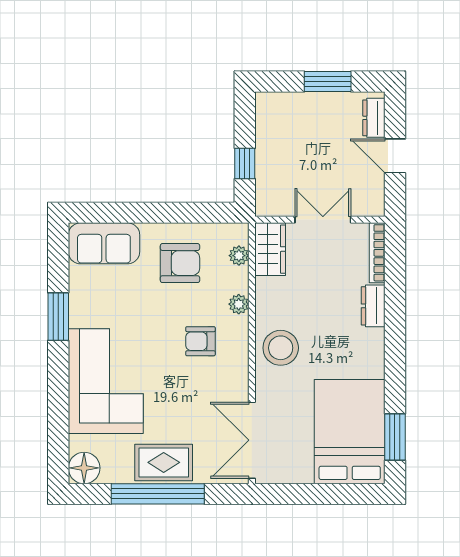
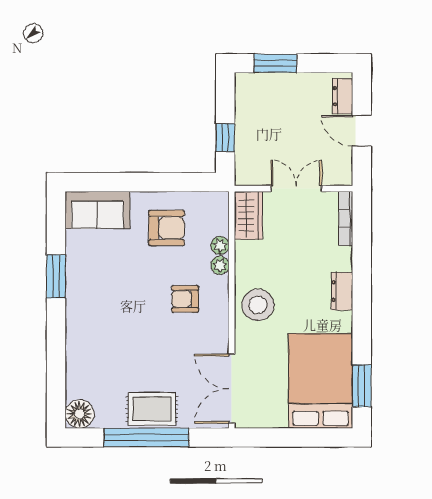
window: (328, 82) -> (275, 63), moved
plant: (239, 256) -> (220, 245), moved
dresser: (373, 306) -> (342, 291), moved
corner sofa: (106, 381) -> (99, 335), removed

